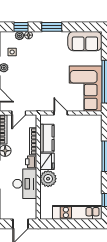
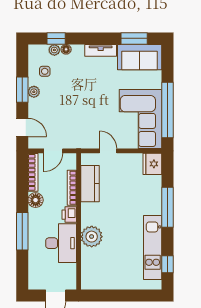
window: (52, 27) -> (134, 38), moved
tv unit: (55, 36) -> (101, 50), added
fridge: (47, 161) -> (152, 164), moved, turned 180
kitchen unit: (77, 212) -> (153, 247), moved, turned -90

